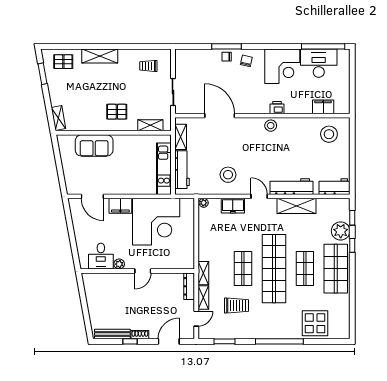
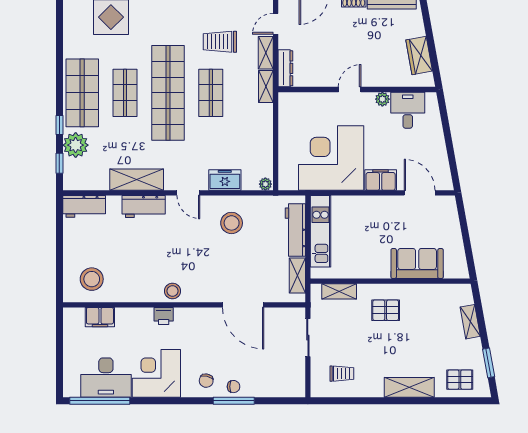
shelving: (58, 118) -> (470, 322), moved
workbench: (291, 187) -> (144, 207), width x0.73
wardrobe: (93, 296) -> (419, 56), added

